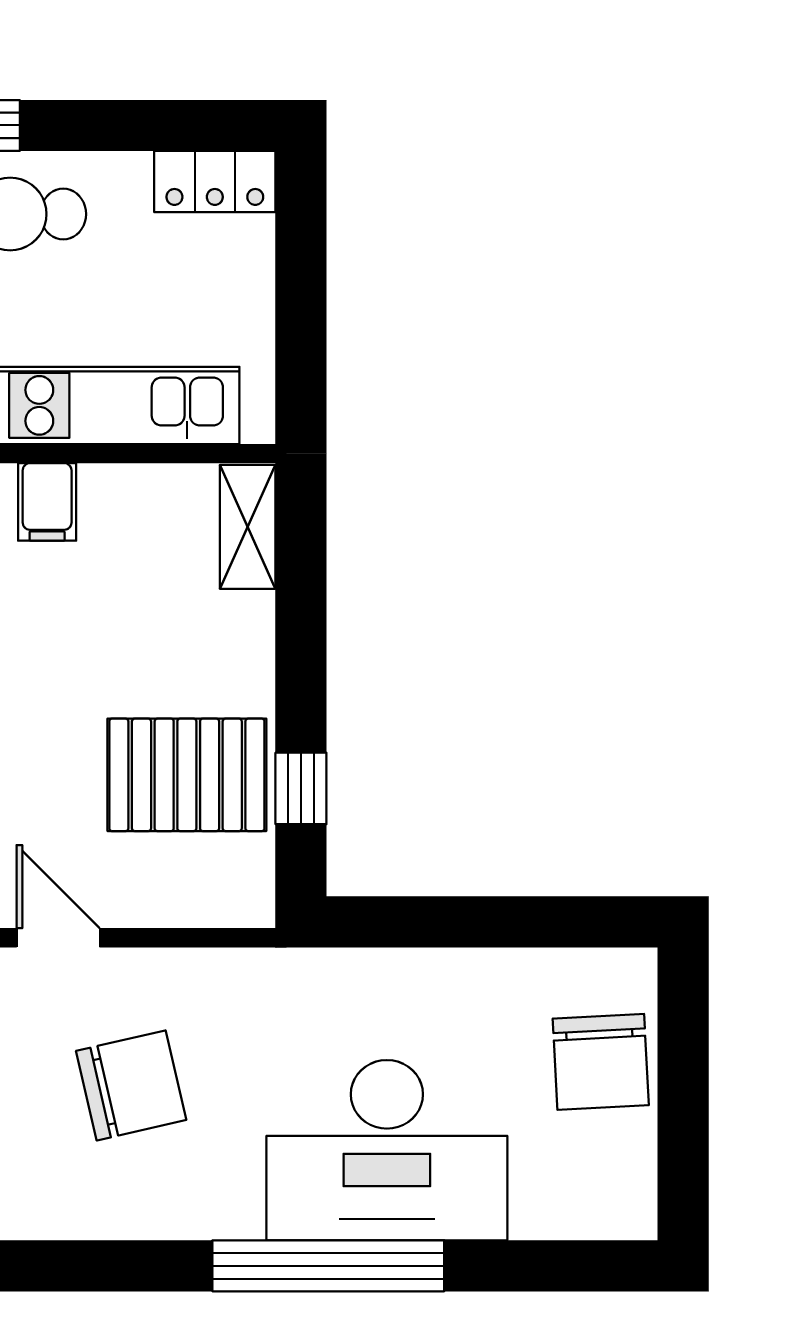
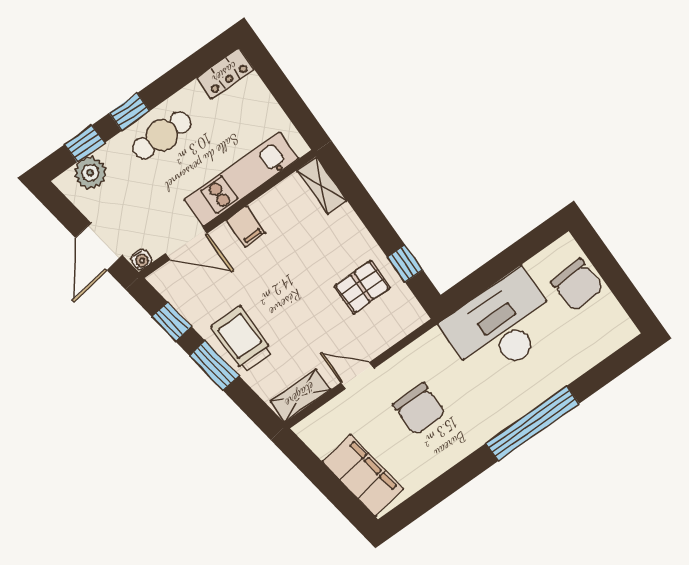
pallet: (187, 775) -> (362, 287), width x0.67, depth x0.71
chair: (131, 1085) -> (419, 409), turned 103
desk: (387, 1150) -> (501, 326), moved, turned 180

